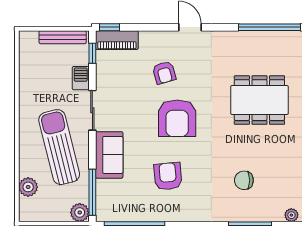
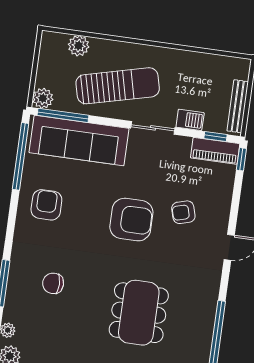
piano: (117, 40) -> (215, 151), moved, turned -90
armchair: (177, 118) -> (131, 220), turned 180
sofa: (109, 155) -> (79, 140), width x1.85, depth x1.27
armchair: (168, 176) -> (46, 205), moved, turned -85
chair: (244, 180) -> (53, 283), turned -90

